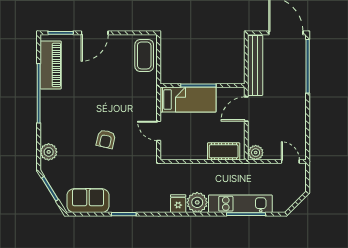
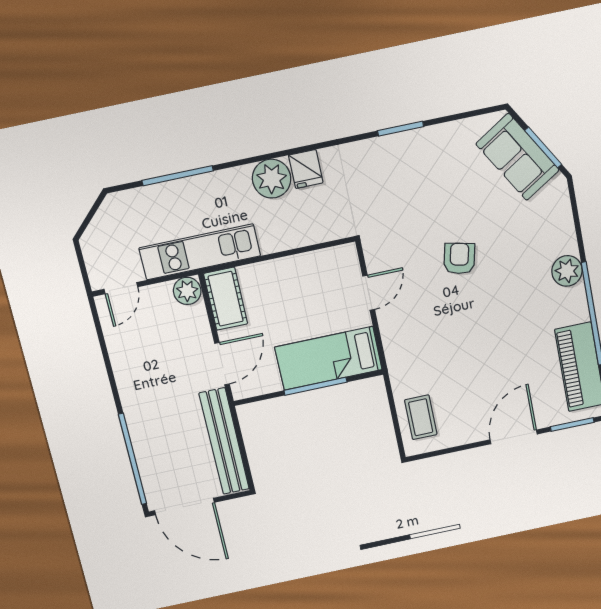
coffee table: (144, 55) -> (421, 417), width x0.73, depth x0.77
door: (159, 131) -> (369, 293), hinge flipped
cot: (224, 151) -> (226, 299), moved, turned 90
plant: (49, 152) -> (567, 271), moved
door: (290, 162) -> (121, 288), hinge flipped
sofa: (88, 201) -> (518, 157), moved, turned 58
kitchen unit: (240, 204) -> (200, 252), moved, turned 180

